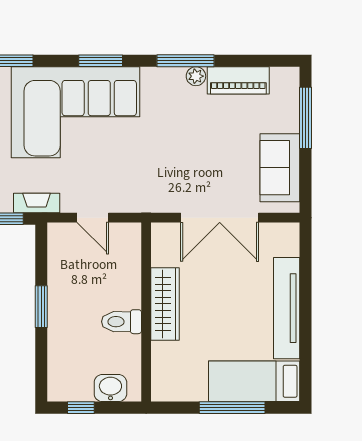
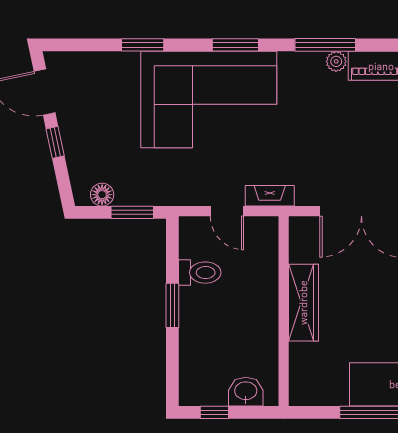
fireplace: (37, 203) -> (270, 196), moved
toilet: (122, 322) -> (200, 273), moved, turned 180

